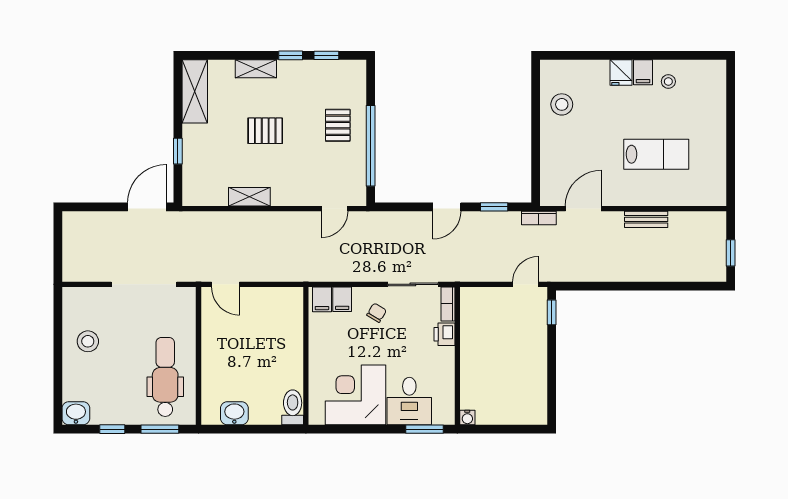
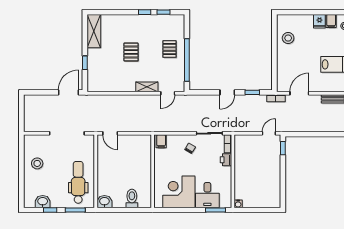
shelving: (256, 69) -> (126, 19), removed
pallet: (265, 131) -> (131, 52), turned 90
shelving: (249, 197) -> (147, 87), moved
filing cabinet: (342, 299) -> (172, 141), removed
toilet: (293, 407) -> (132, 198), moved
washbasin: (76, 413) -> (43, 202), moved
washbasin: (234, 413) -> (104, 202), moved

